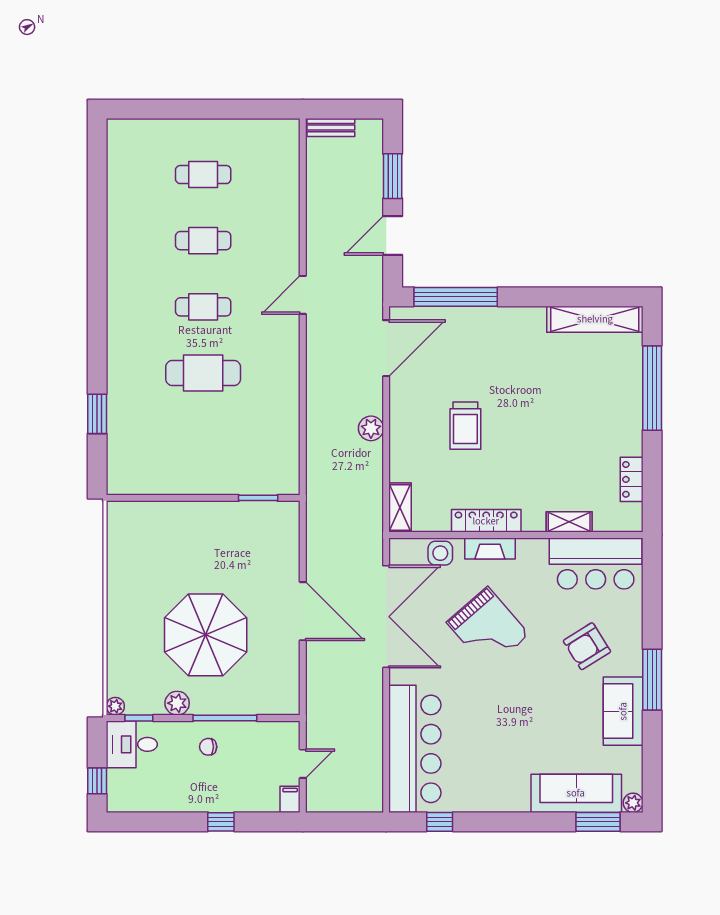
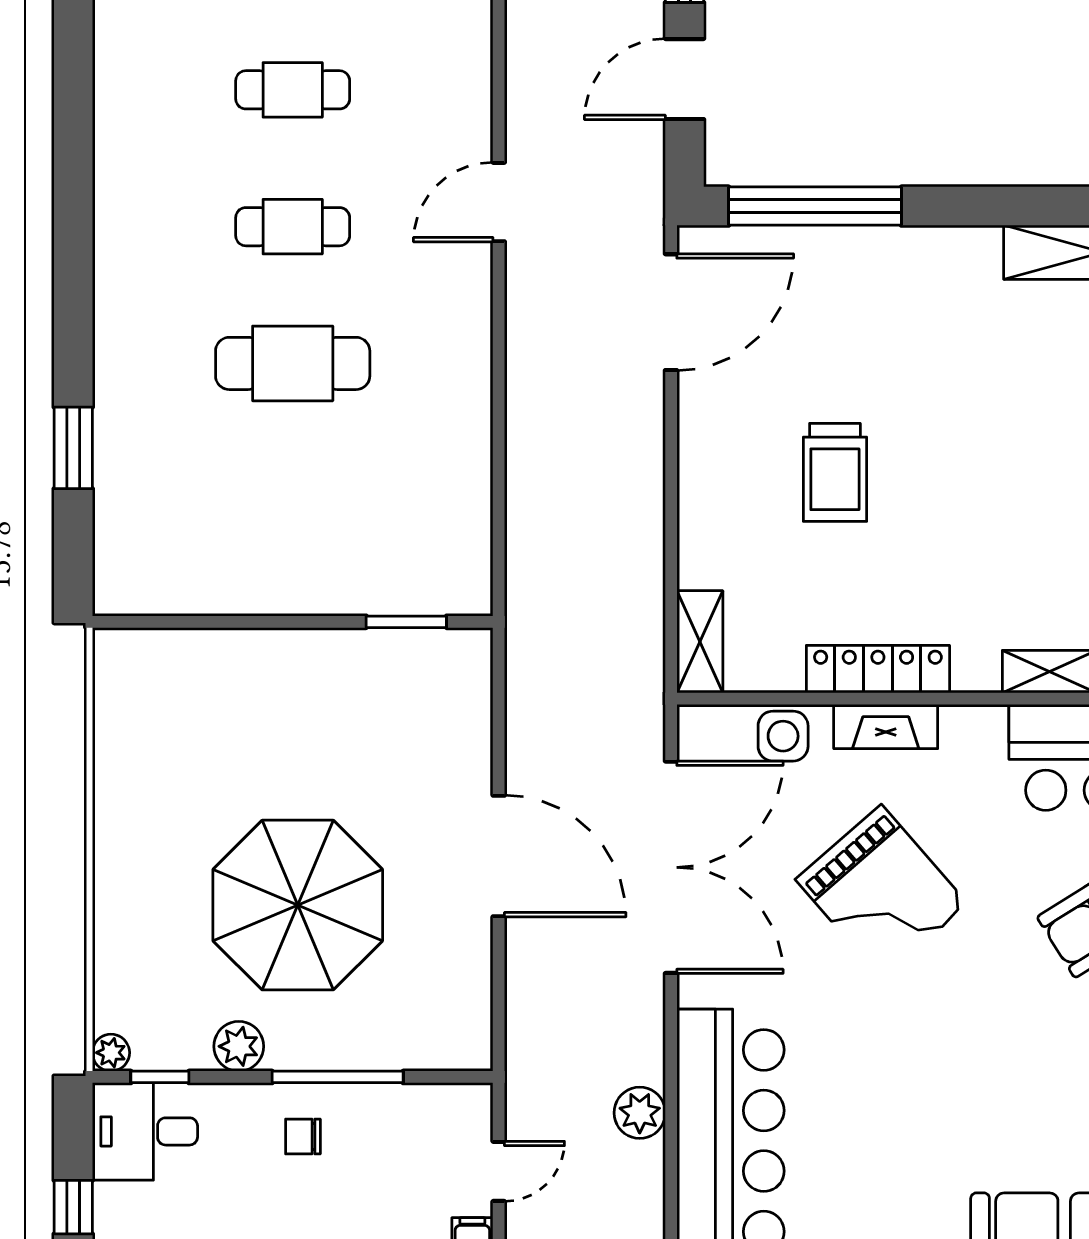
plant: (371, 428) -> (640, 1113), moved

